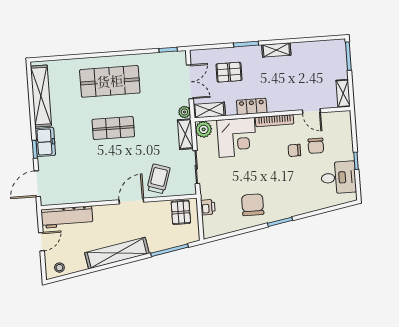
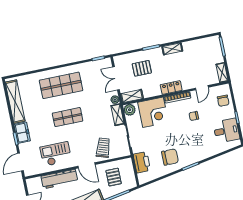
double door: (190, 82) -> (116, 78), swing flipped
locker: (252, 106) -> (171, 88), moved
door: (311, 111) -> (202, 88), hinge flipped
chair: (316, 146) -> (223, 101), moved
checkout: (89, 179) -> (56, 154), added
door: (131, 201) -> (87, 165), swing flipped
chair: (253, 205) -> (170, 157), turned 90
printer: (208, 207) -> (142, 162), width x1.87, depth x1.48
pallet: (181, 212) -> (114, 177), moved
workbench: (67, 217) -> (59, 179), moved

